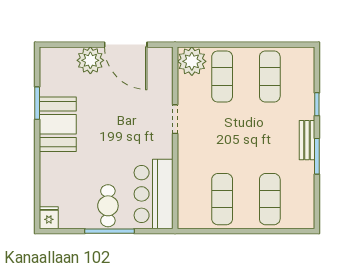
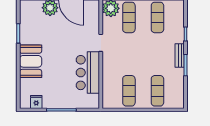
booth: (58, 124) -> (31, 61), moved
bar counter: (154, 194) -> (88, 73), moved
cafe table: (108, 206) -> (61, 95), removed
fridge: (49, 218) -> (36, 102), moved

